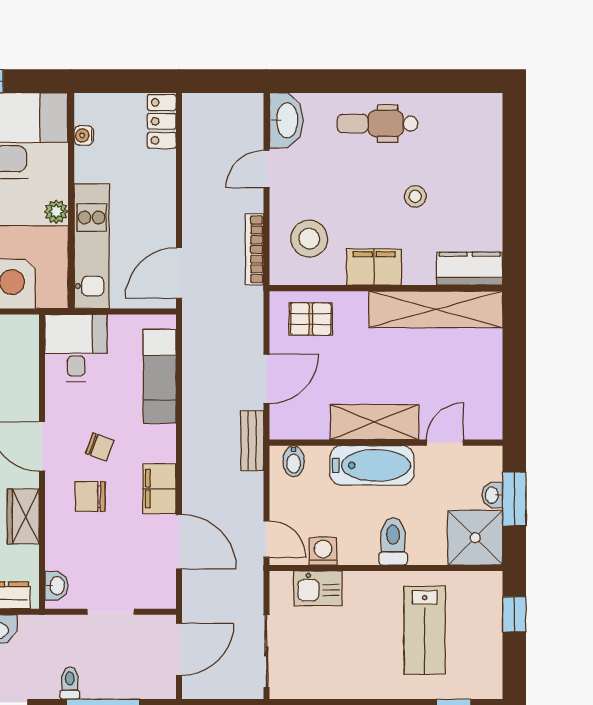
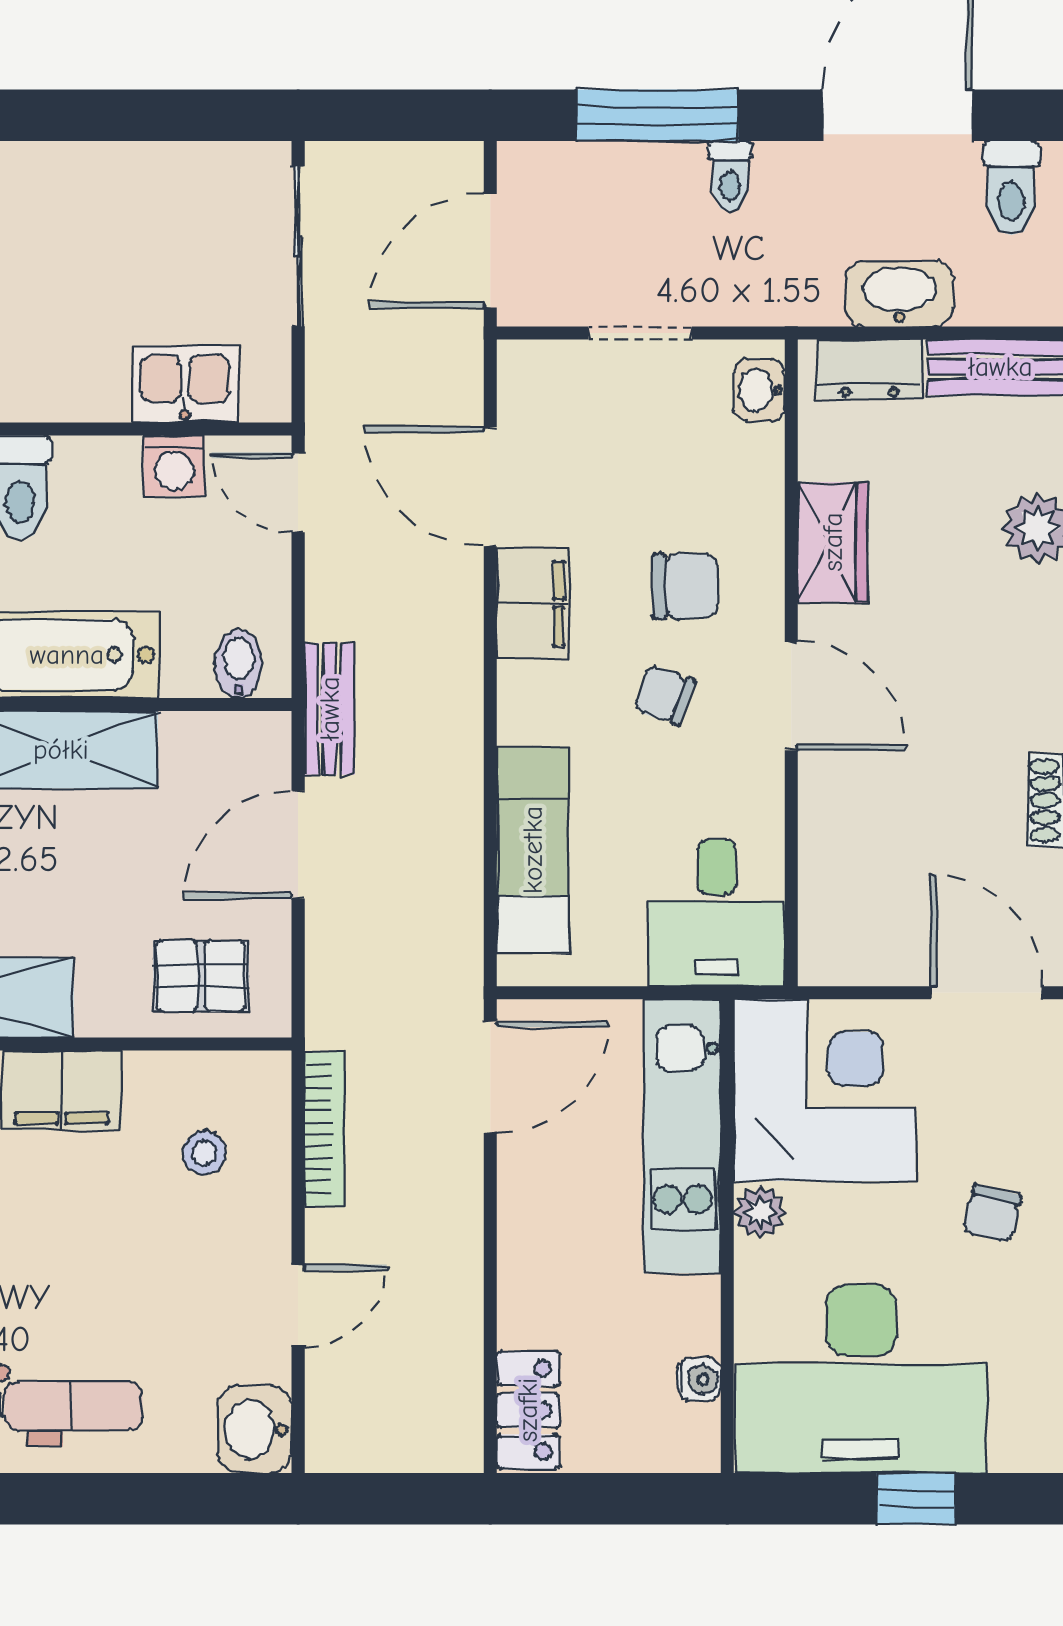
washbasin: (286, 120) -> (255, 1429), width x0.72
stool: (309, 239) -> (204, 1153), width x0.53, depth x0.53

